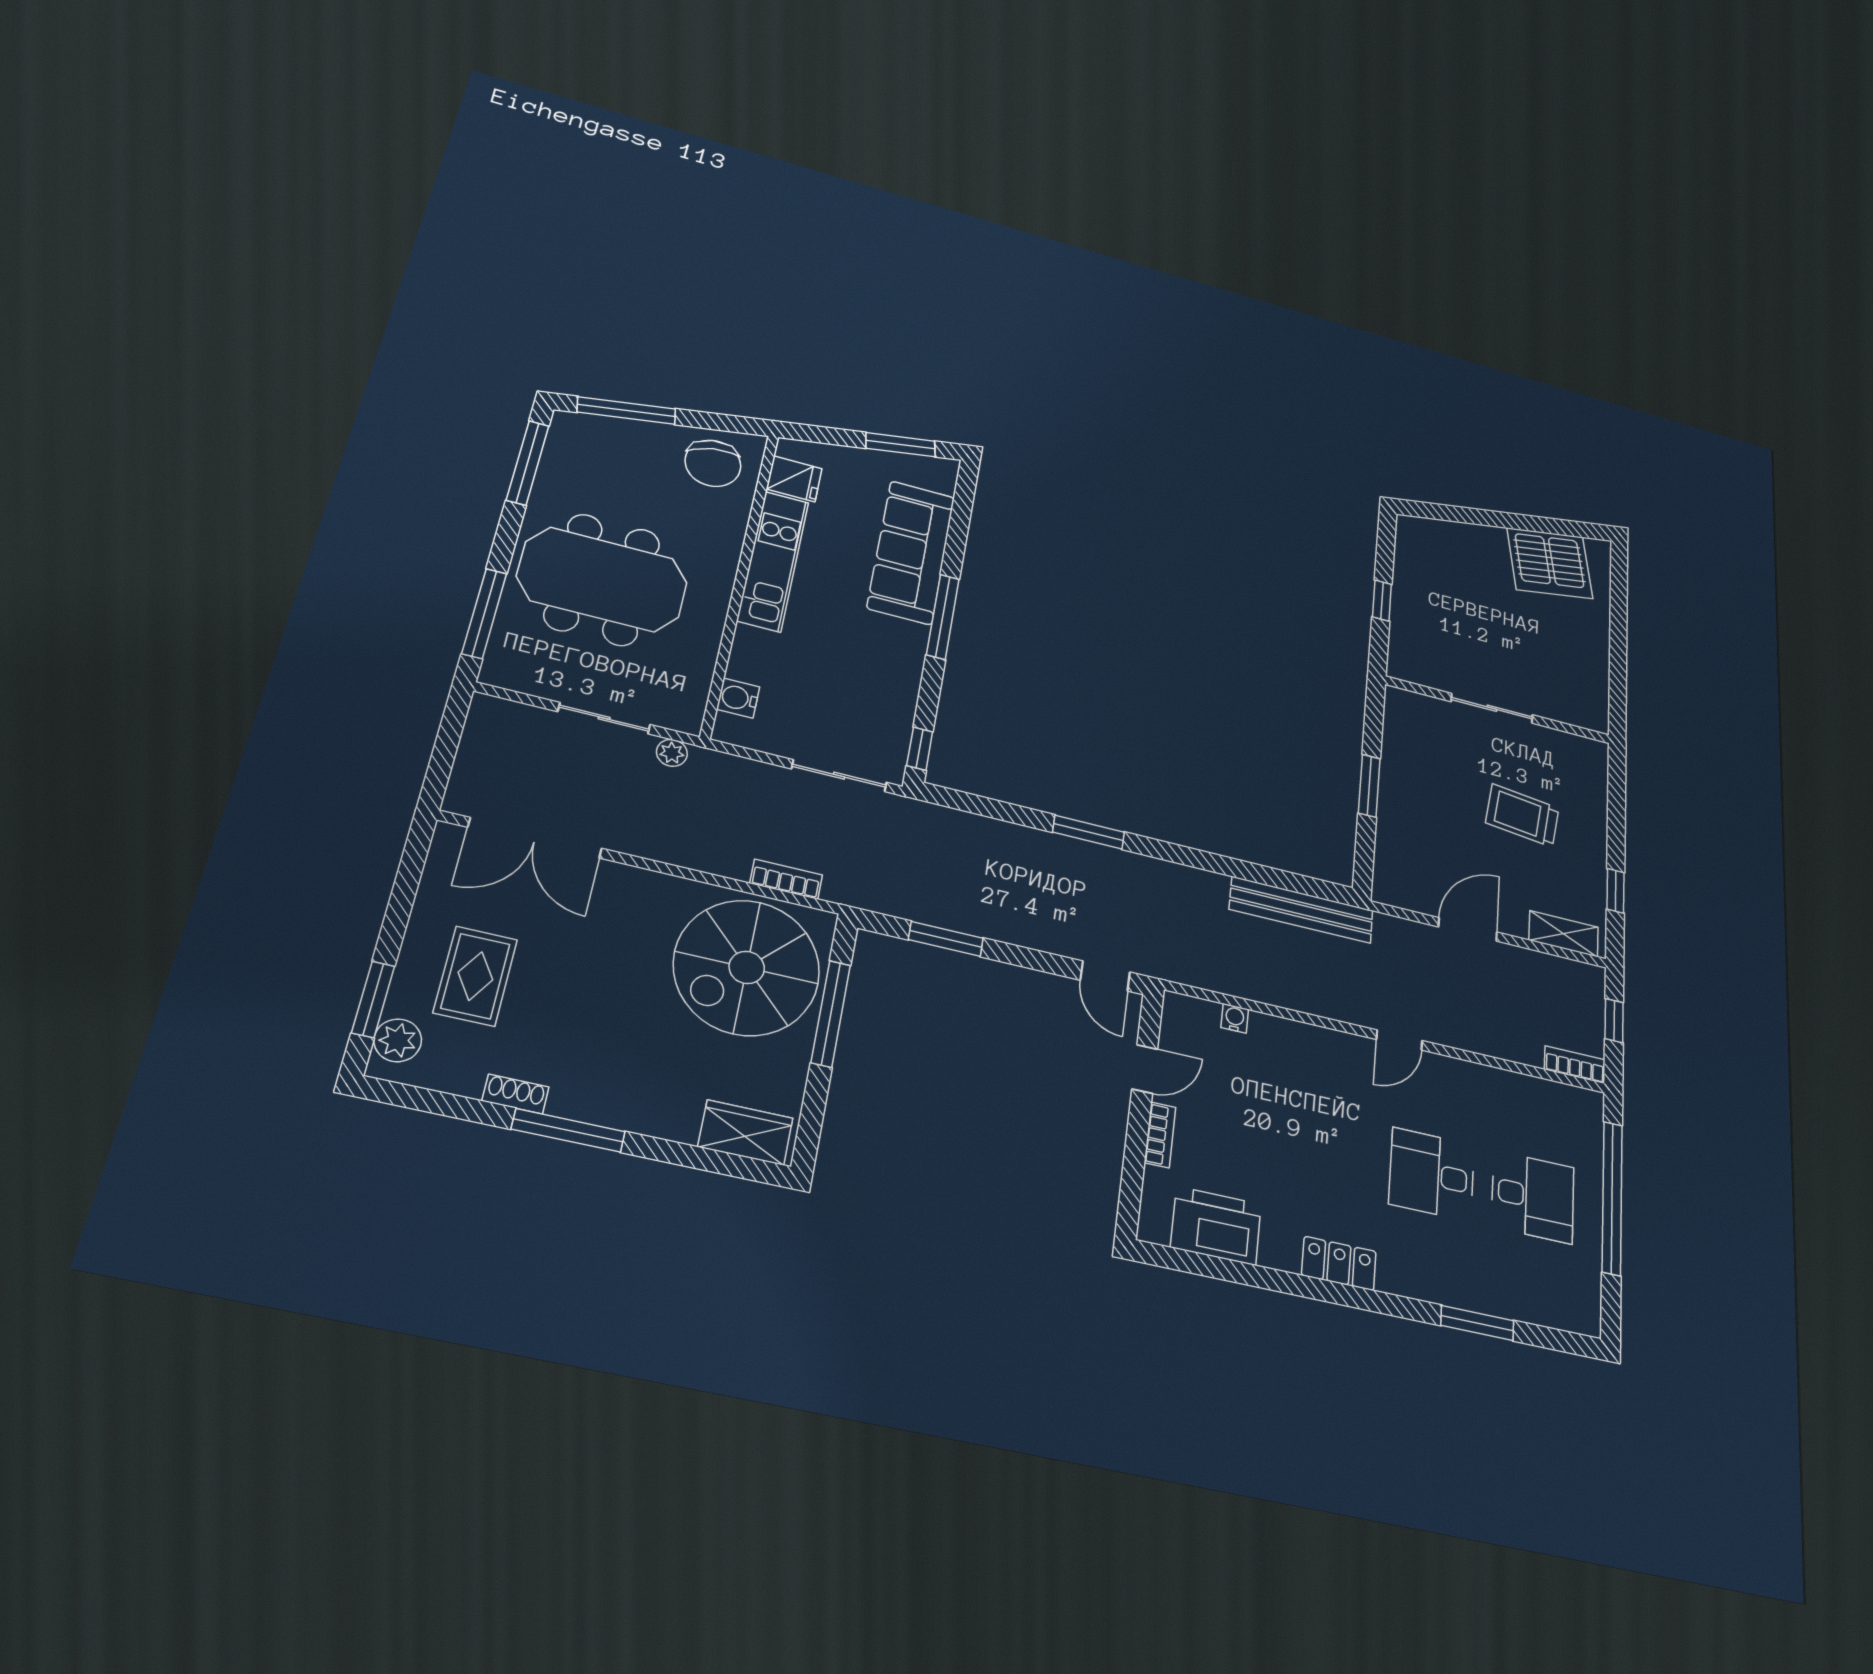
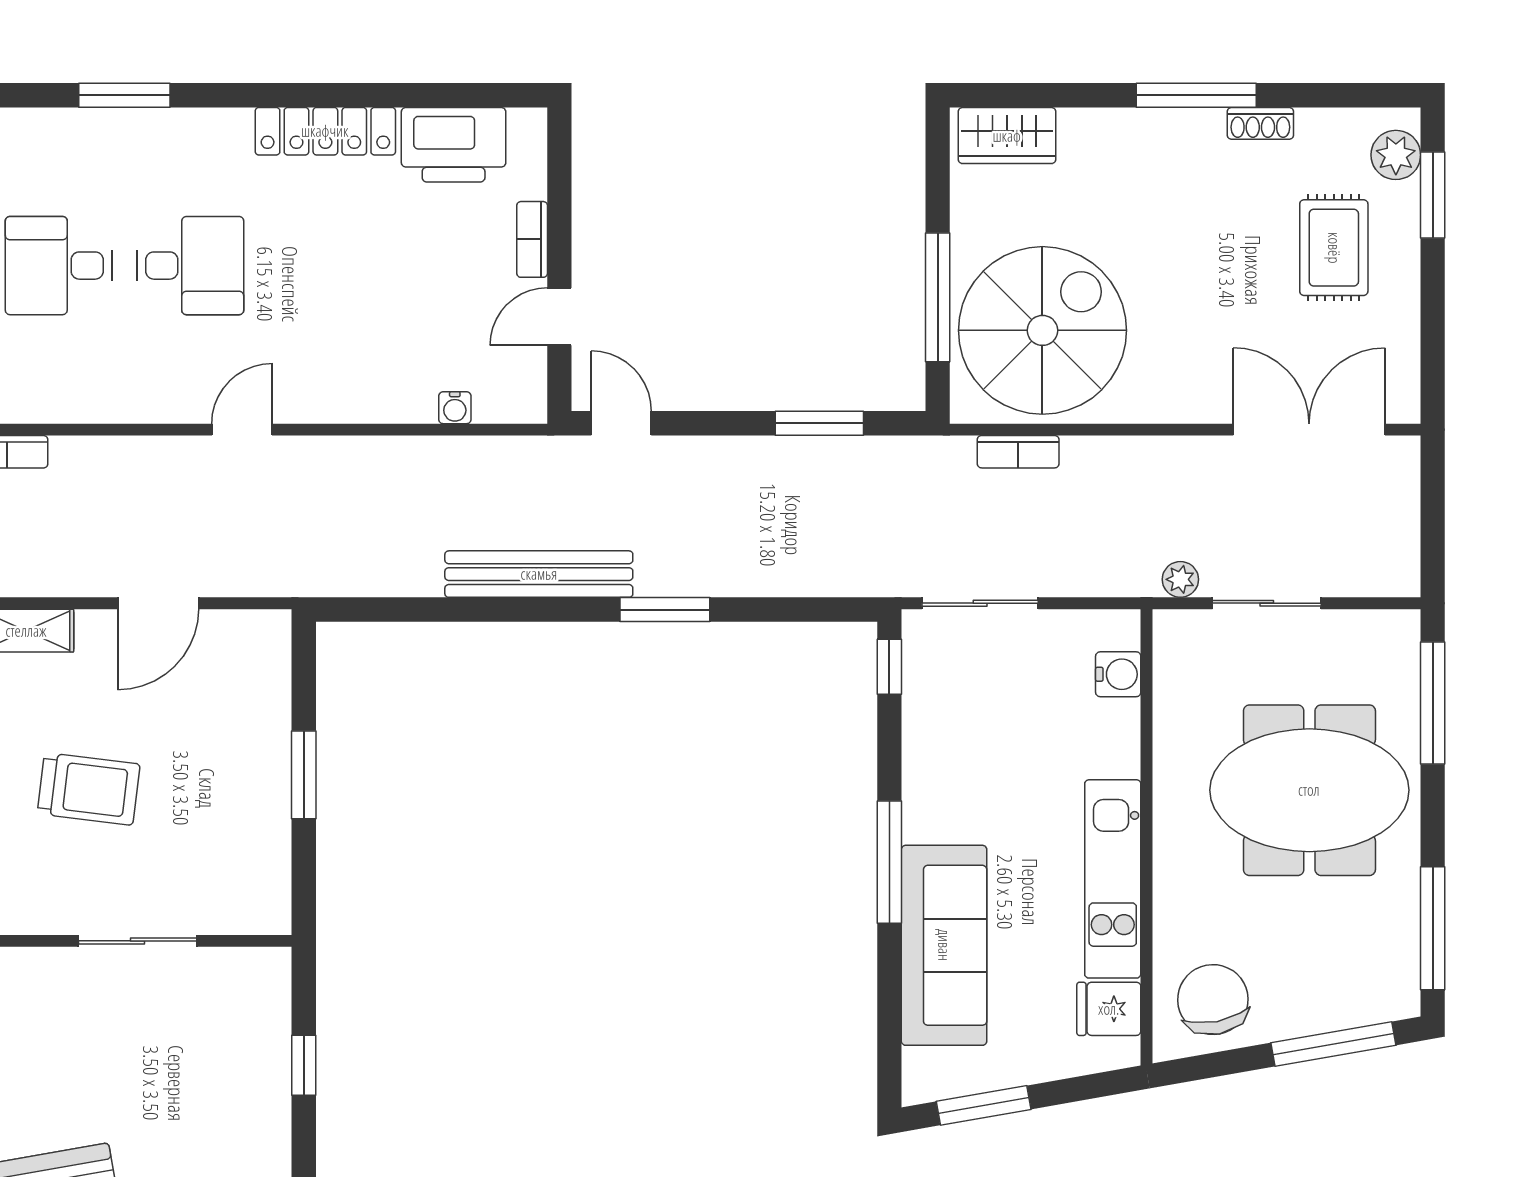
bench: (1301, 910) -> (539, 574), moved
locker: (1339, 1263) -> (325, 131), width x1.53

